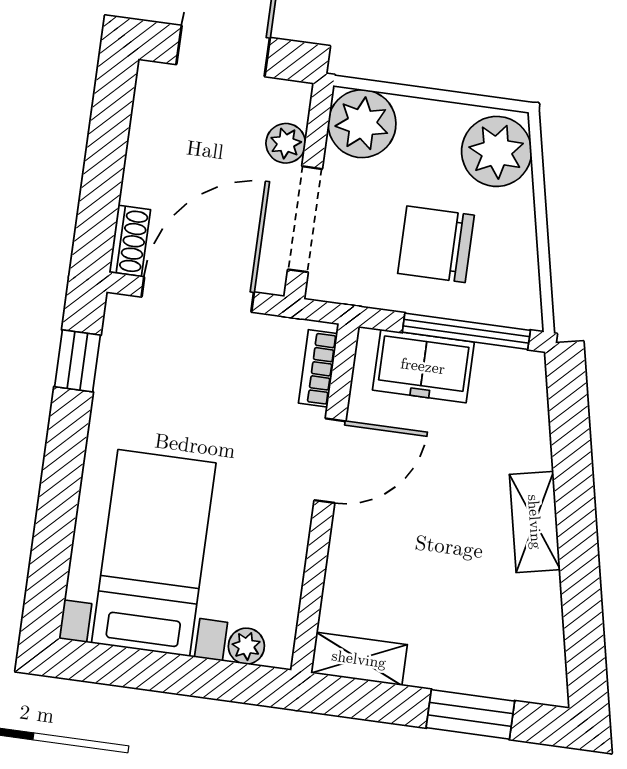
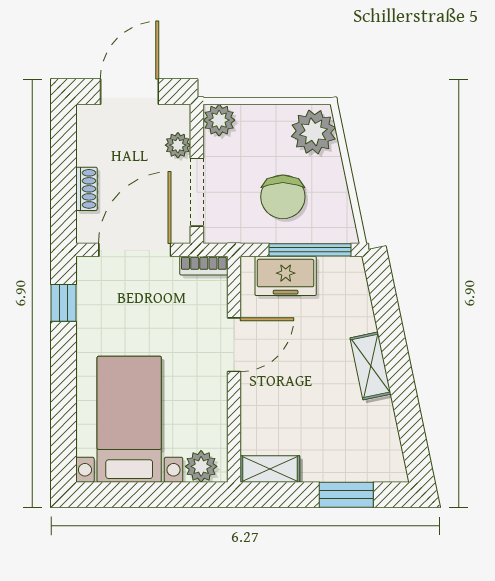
plant: (362, 124) -> (219, 120), width x0.73, depth x0.73
shoe rack: (130, 241) -> (86, 189), moved
chair: (436, 244) -> (283, 197), turned -90
bookcase: (318, 368) -> (204, 266), moved, turned -90
plant: (246, 646) -> (201, 466), width x1.38, depth x1.38

